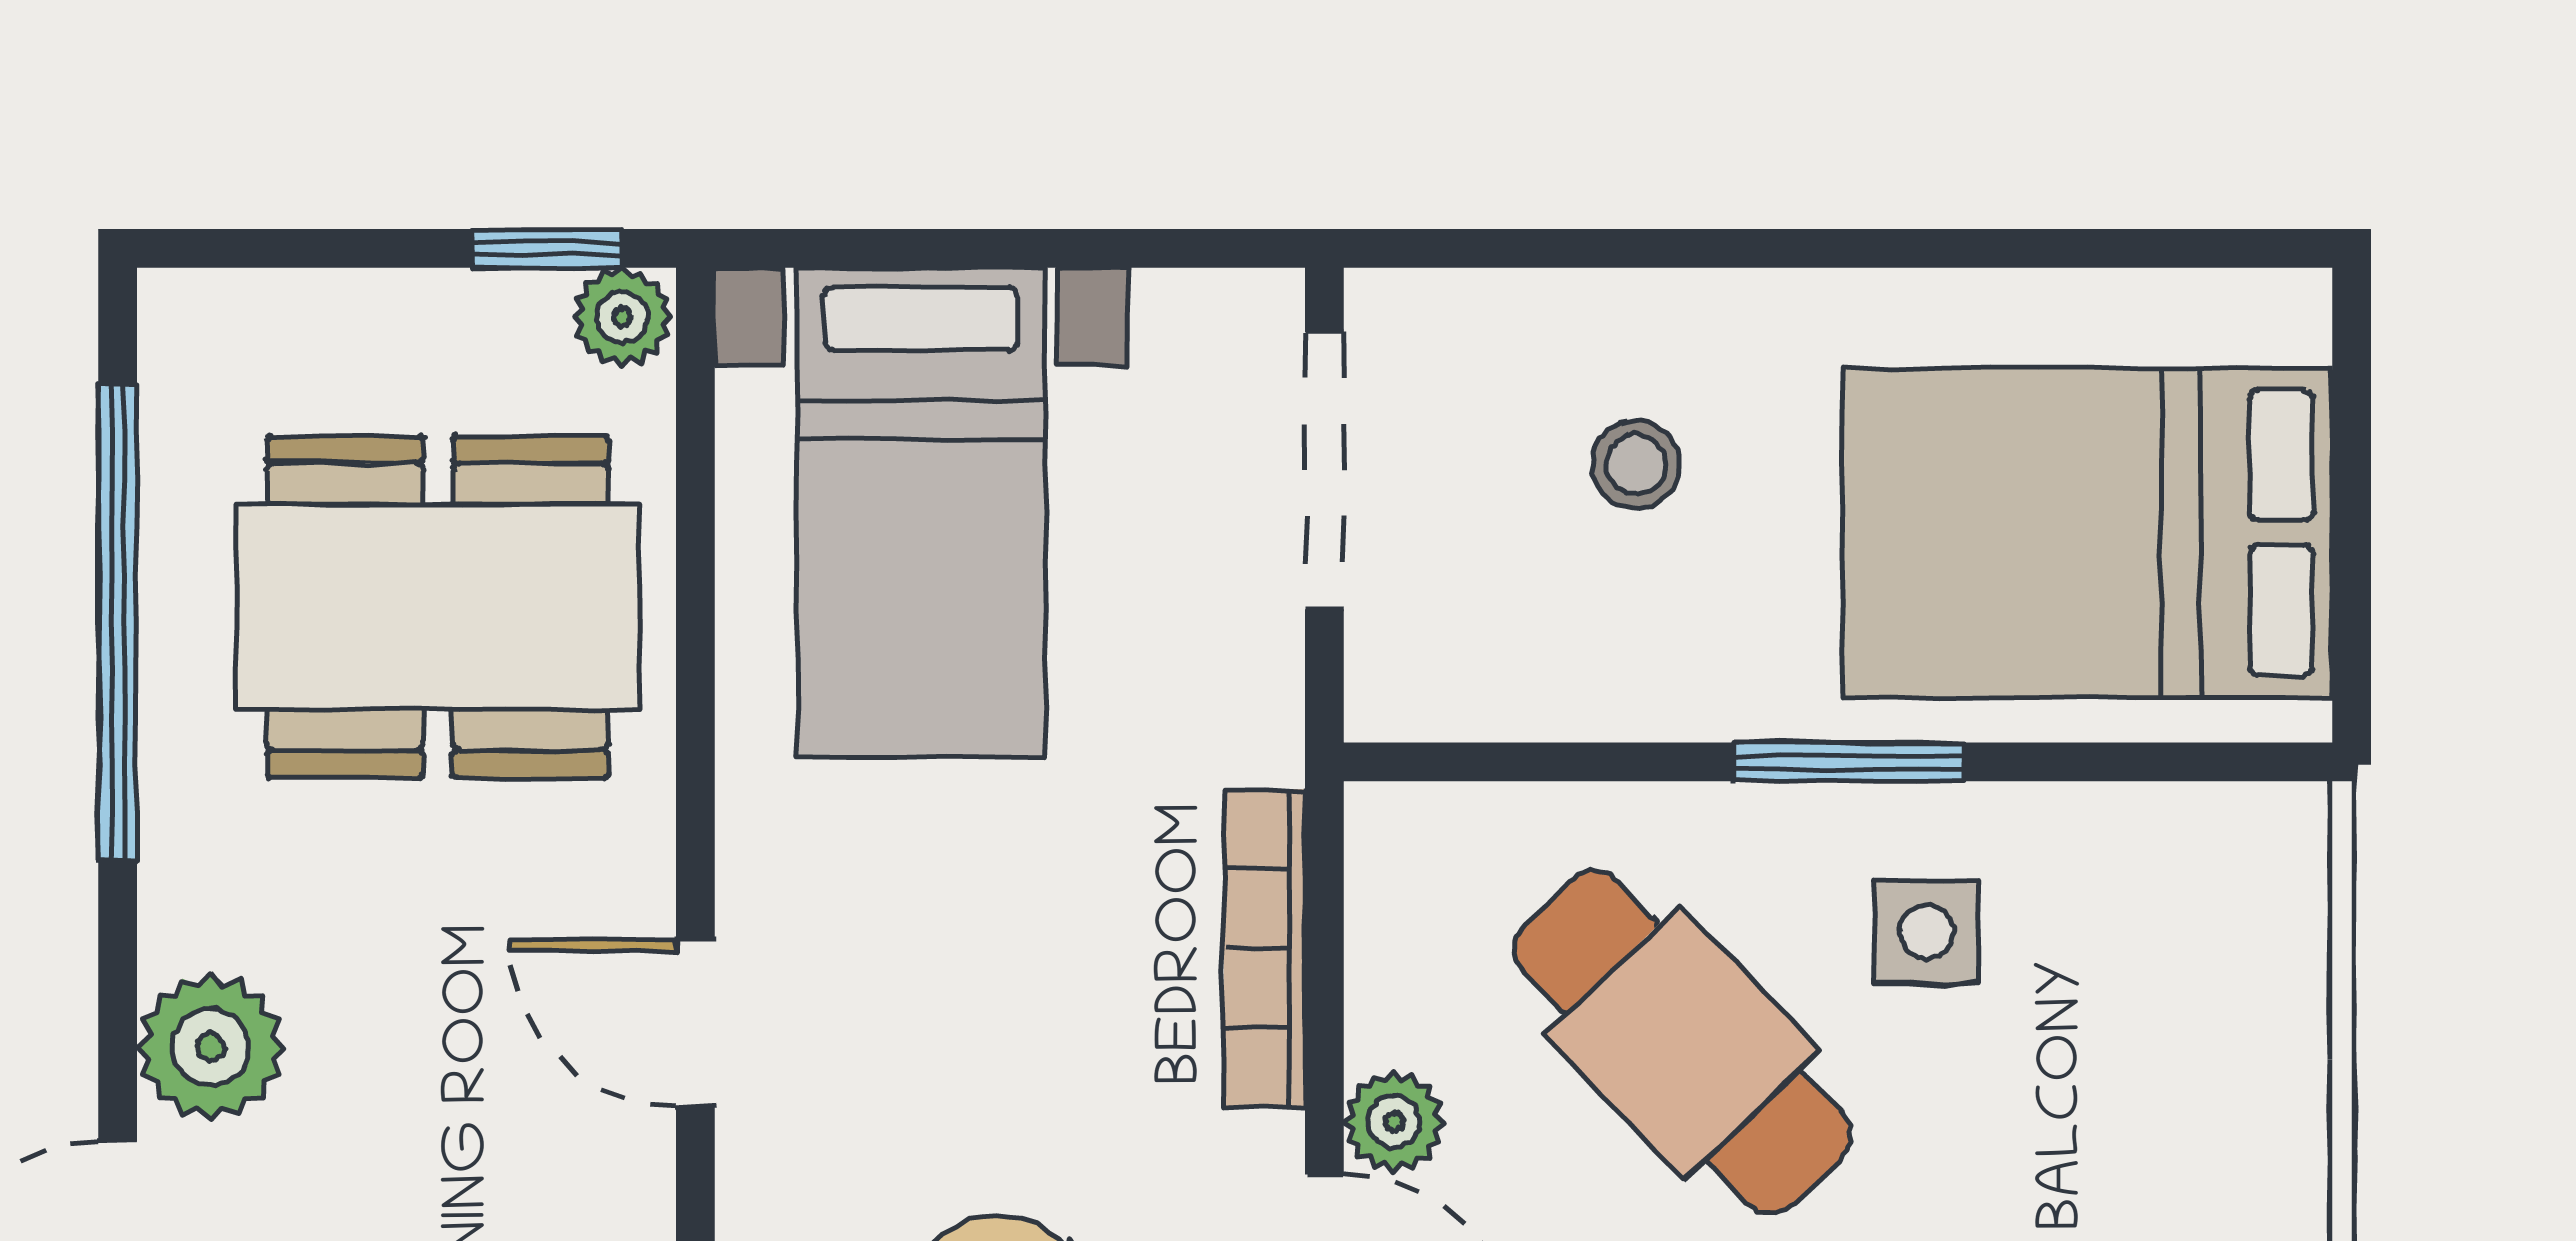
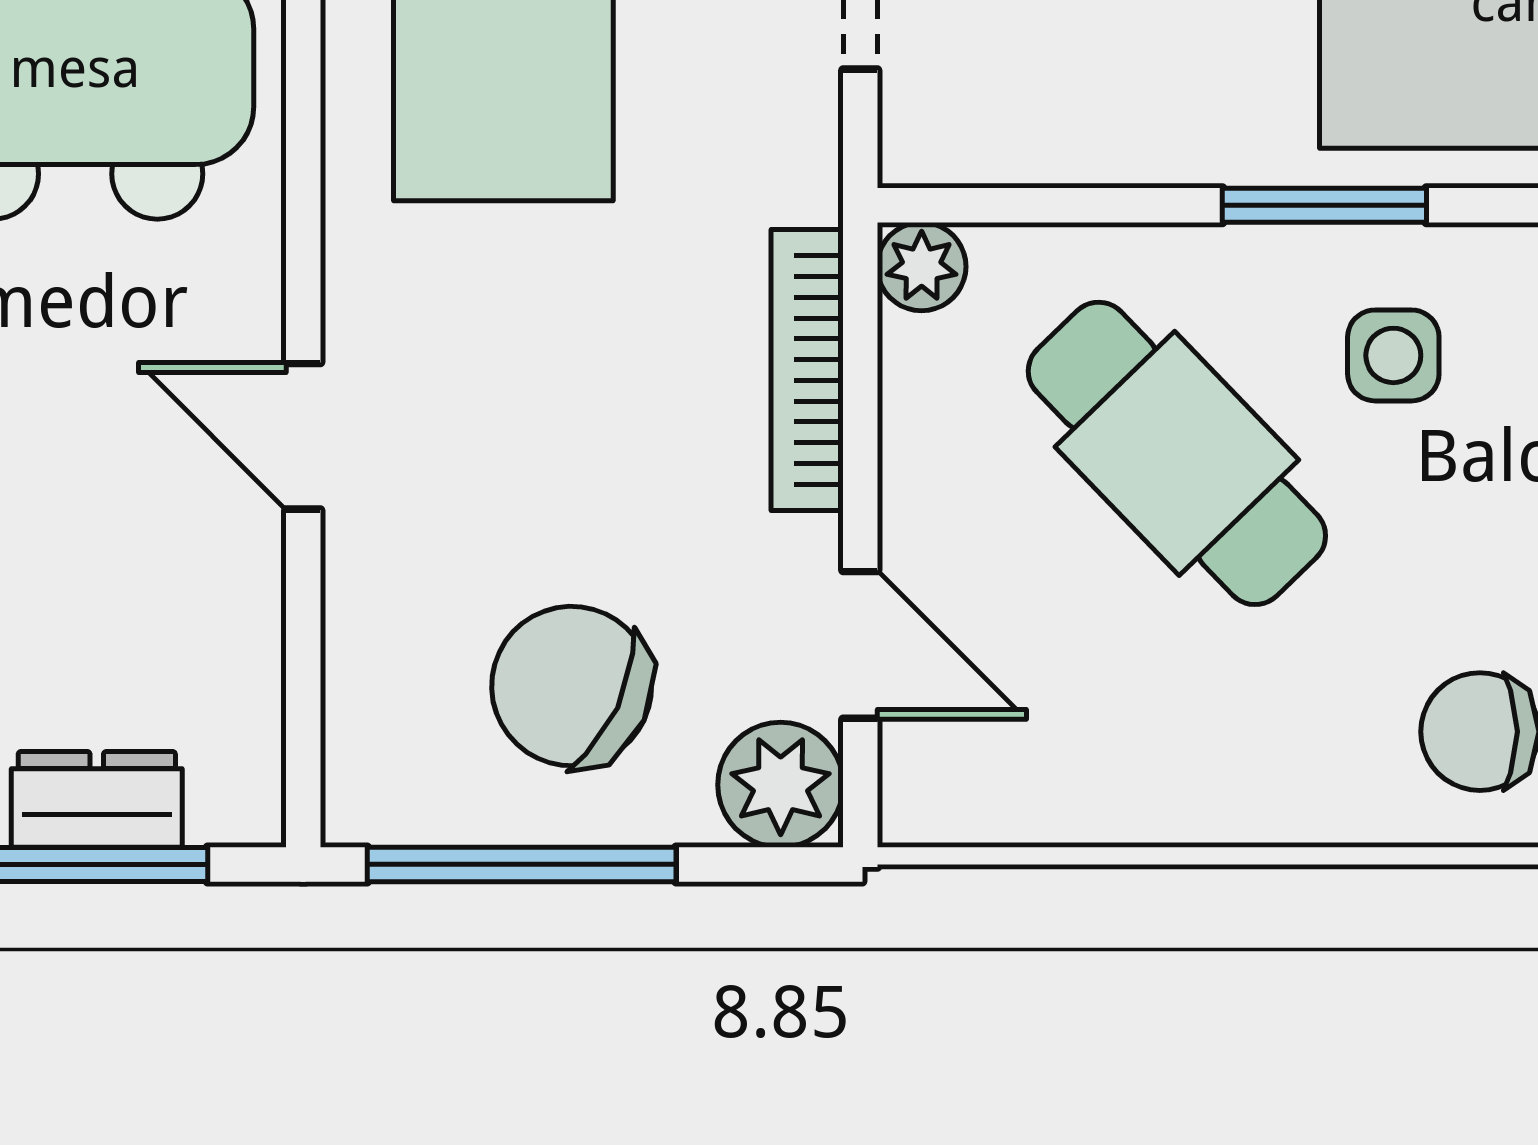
plant: (1394, 1122) -> (922, 267), moved

